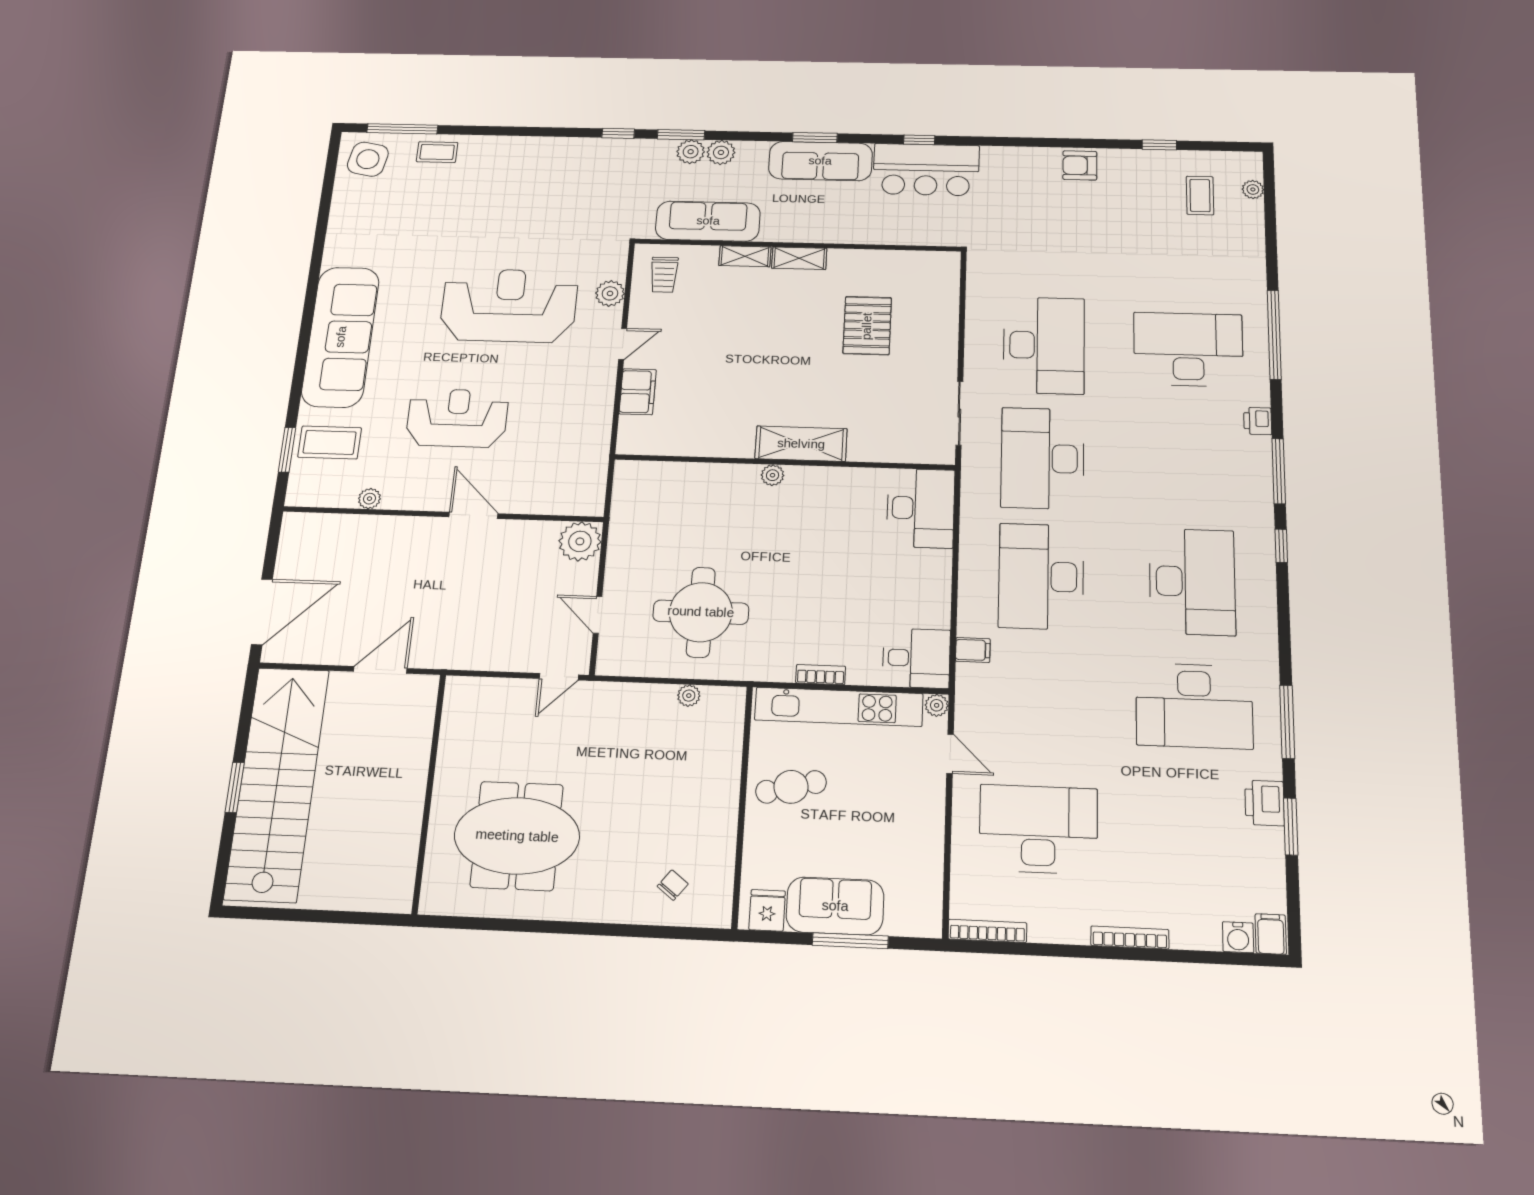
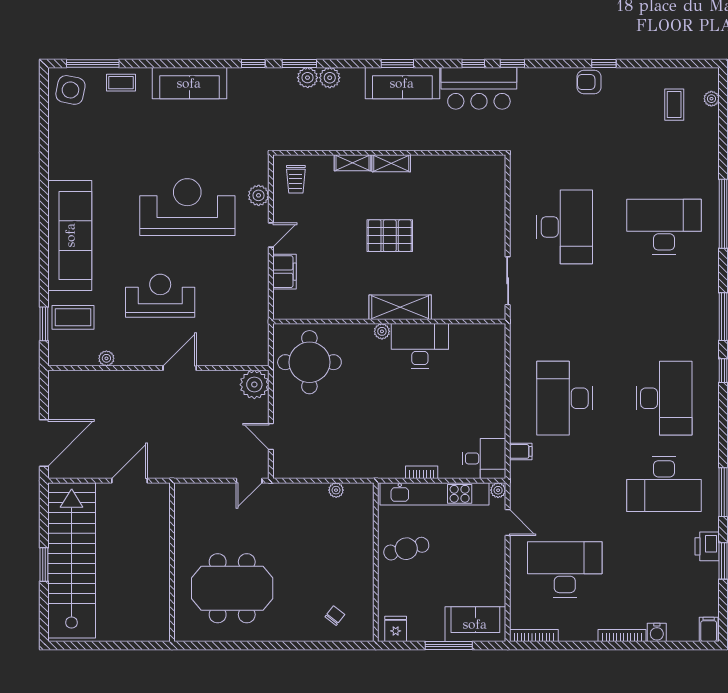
window: (973, 141) -> (512, 63), added
window: (1159, 145) -> (604, 63), moved
sofa: (708, 221) -> (189, 83), moved, turned 180
pallet: (867, 326) -> (390, 236), moved, turned 90
printer: (1258, 421) -> (710, 280), removed
desk: (1042, 458) -> (565, 313), removed
desk: (921, 508) -> (420, 346), moved, turned -90
door: (473, 515) -> (180, 368), hinge flipped
round table: (701, 612) -> (309, 362), moved
sofa: (835, 906) -> (475, 624), moved
water cooler: (1238, 937) -> (657, 632), moved

